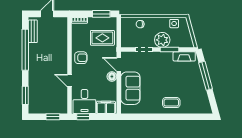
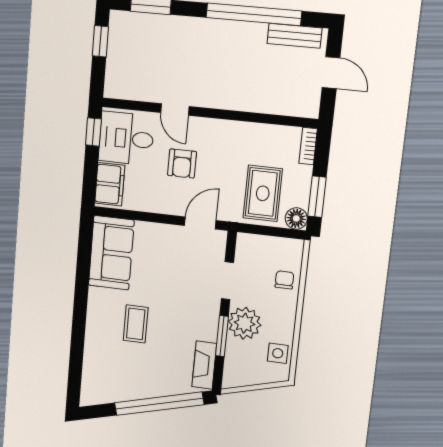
armchair: (81, 58) -> (182, 164), moved
floor lamp: (112, 76) -> (296, 218), moved
window: (206, 76) -> (159, 404), width x1.46
door: (69, 81) -> (175, 109), swing flipped
sofa: (130, 88) -> (111, 253), moved, turned -90
coffee table: (171, 103) -> (136, 324), moved
window: (53, 117) -> (100, 41), moved

